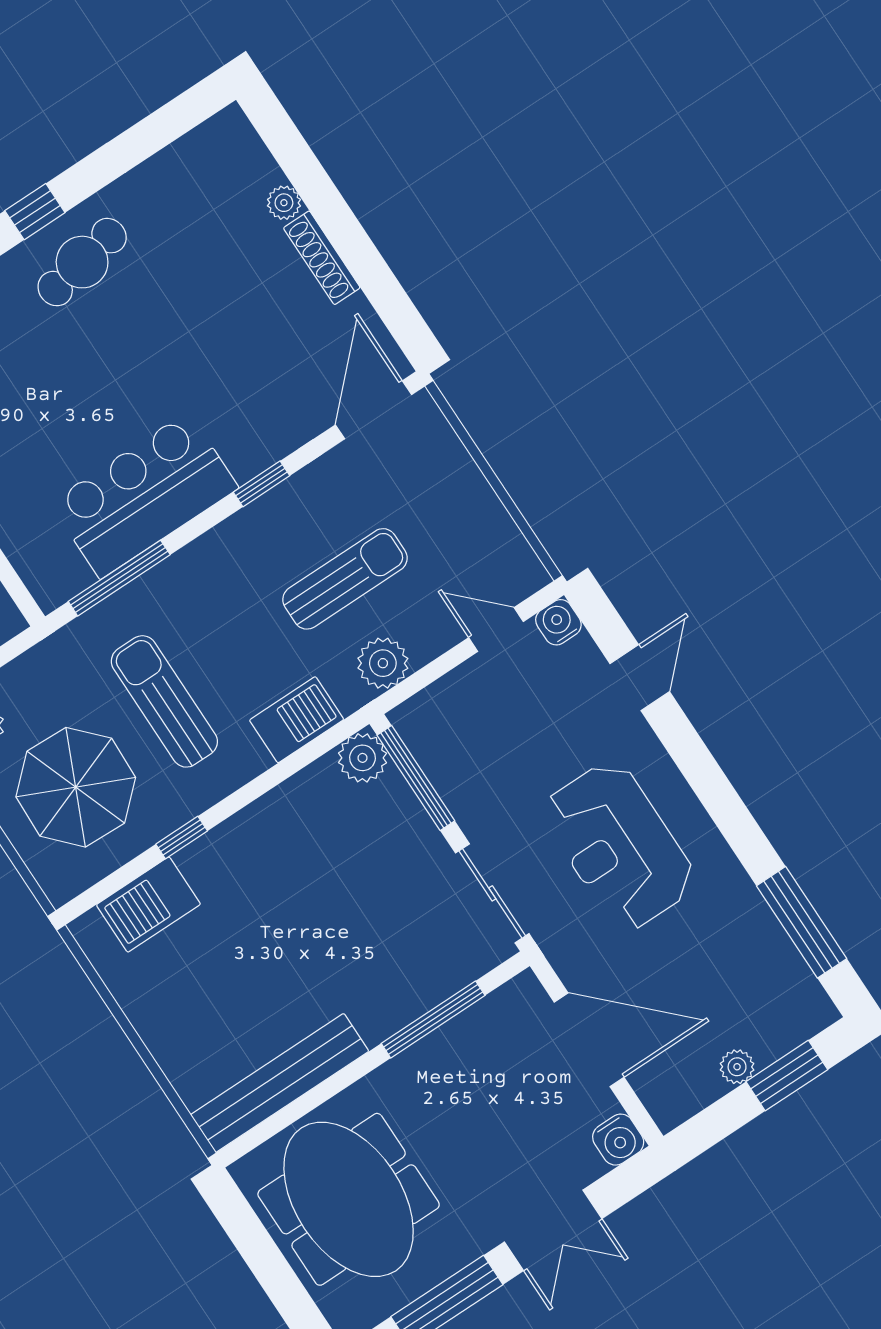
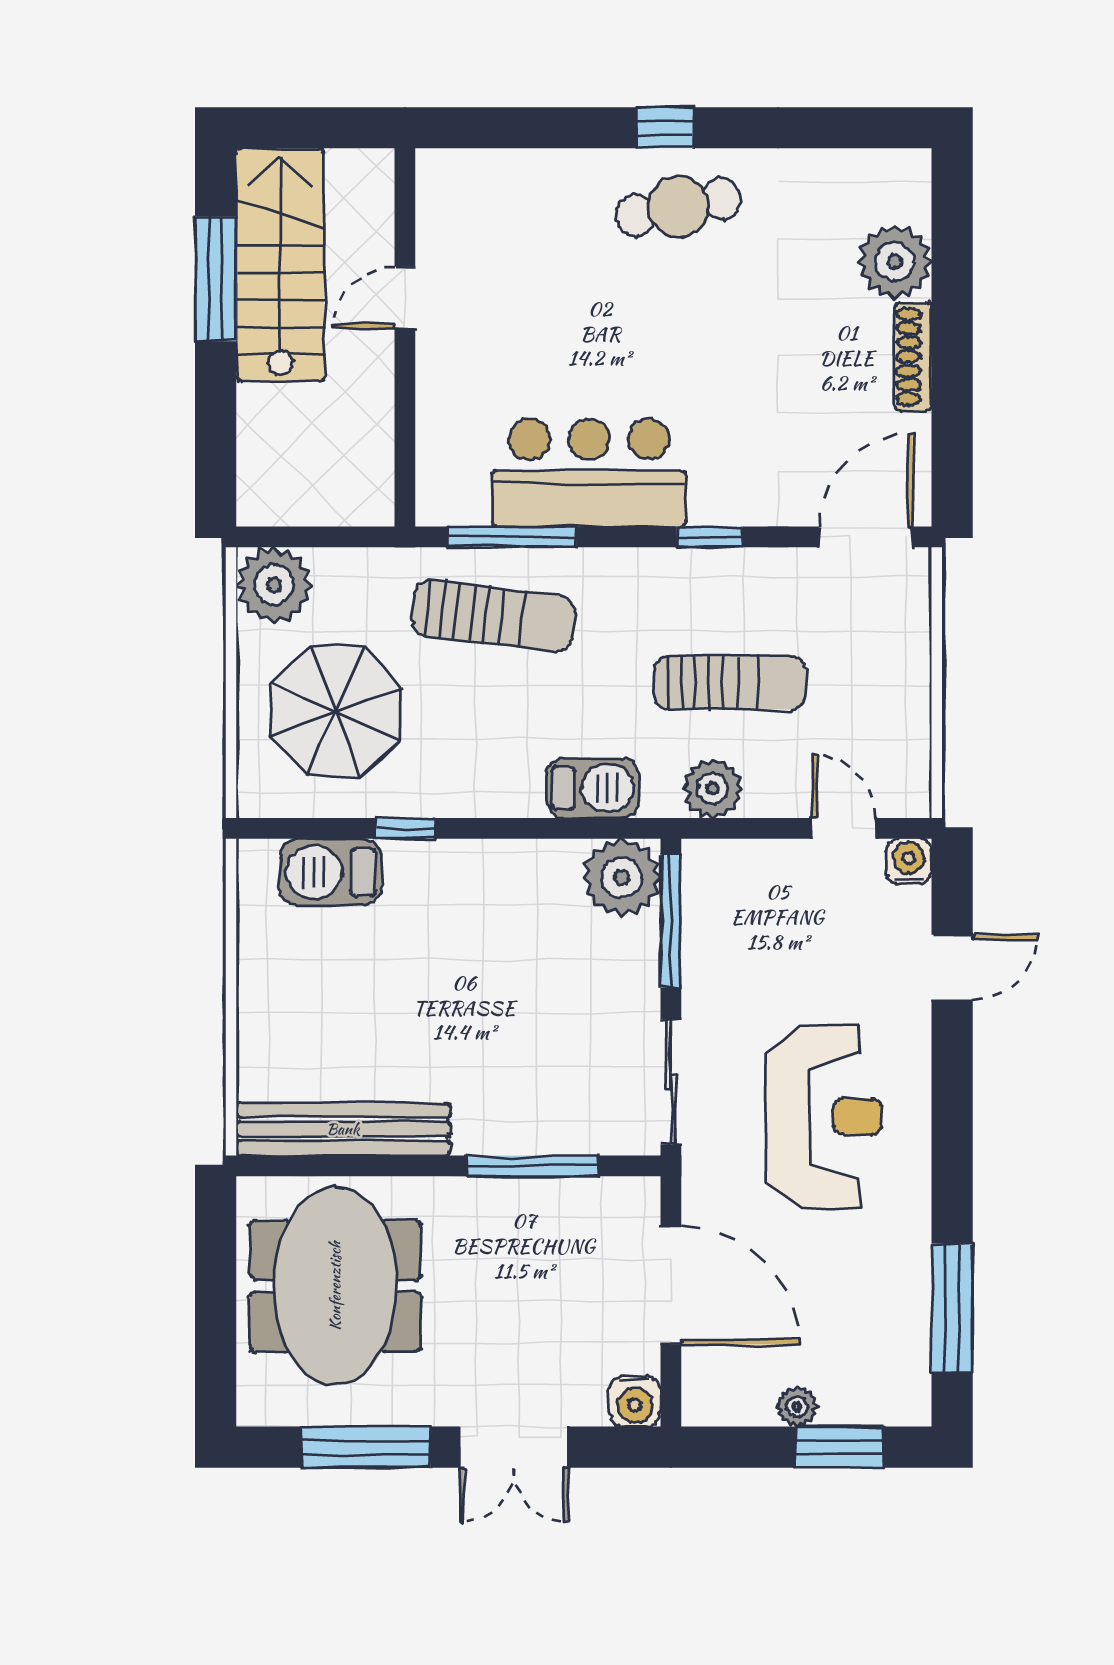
plant: (284, 203) -> (895, 262), width x1.88, depth x1.88
sun lounger: (164, 701) -> (493, 616), moved, turned 97
plant: (363, 758) -> (622, 878), width x1.36, depth x1.36
reception desk: (619, 846) -> (824, 1117), turned 180

